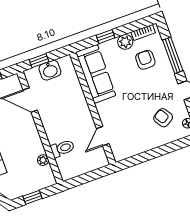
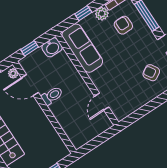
washbasin: (50, 70) -> (52, 47), moved
toilet: (63, 148) -> (52, 96), moved
plant: (43, 160) -> (13, 73), moved

